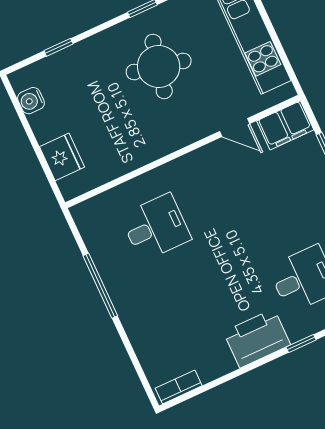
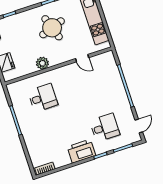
round table: (159, 66) -> (52, 28), turned -31
filing cabinet: (285, 125) -> (104, 60), removed
plant: (146, 149) -> (42, 63), added

